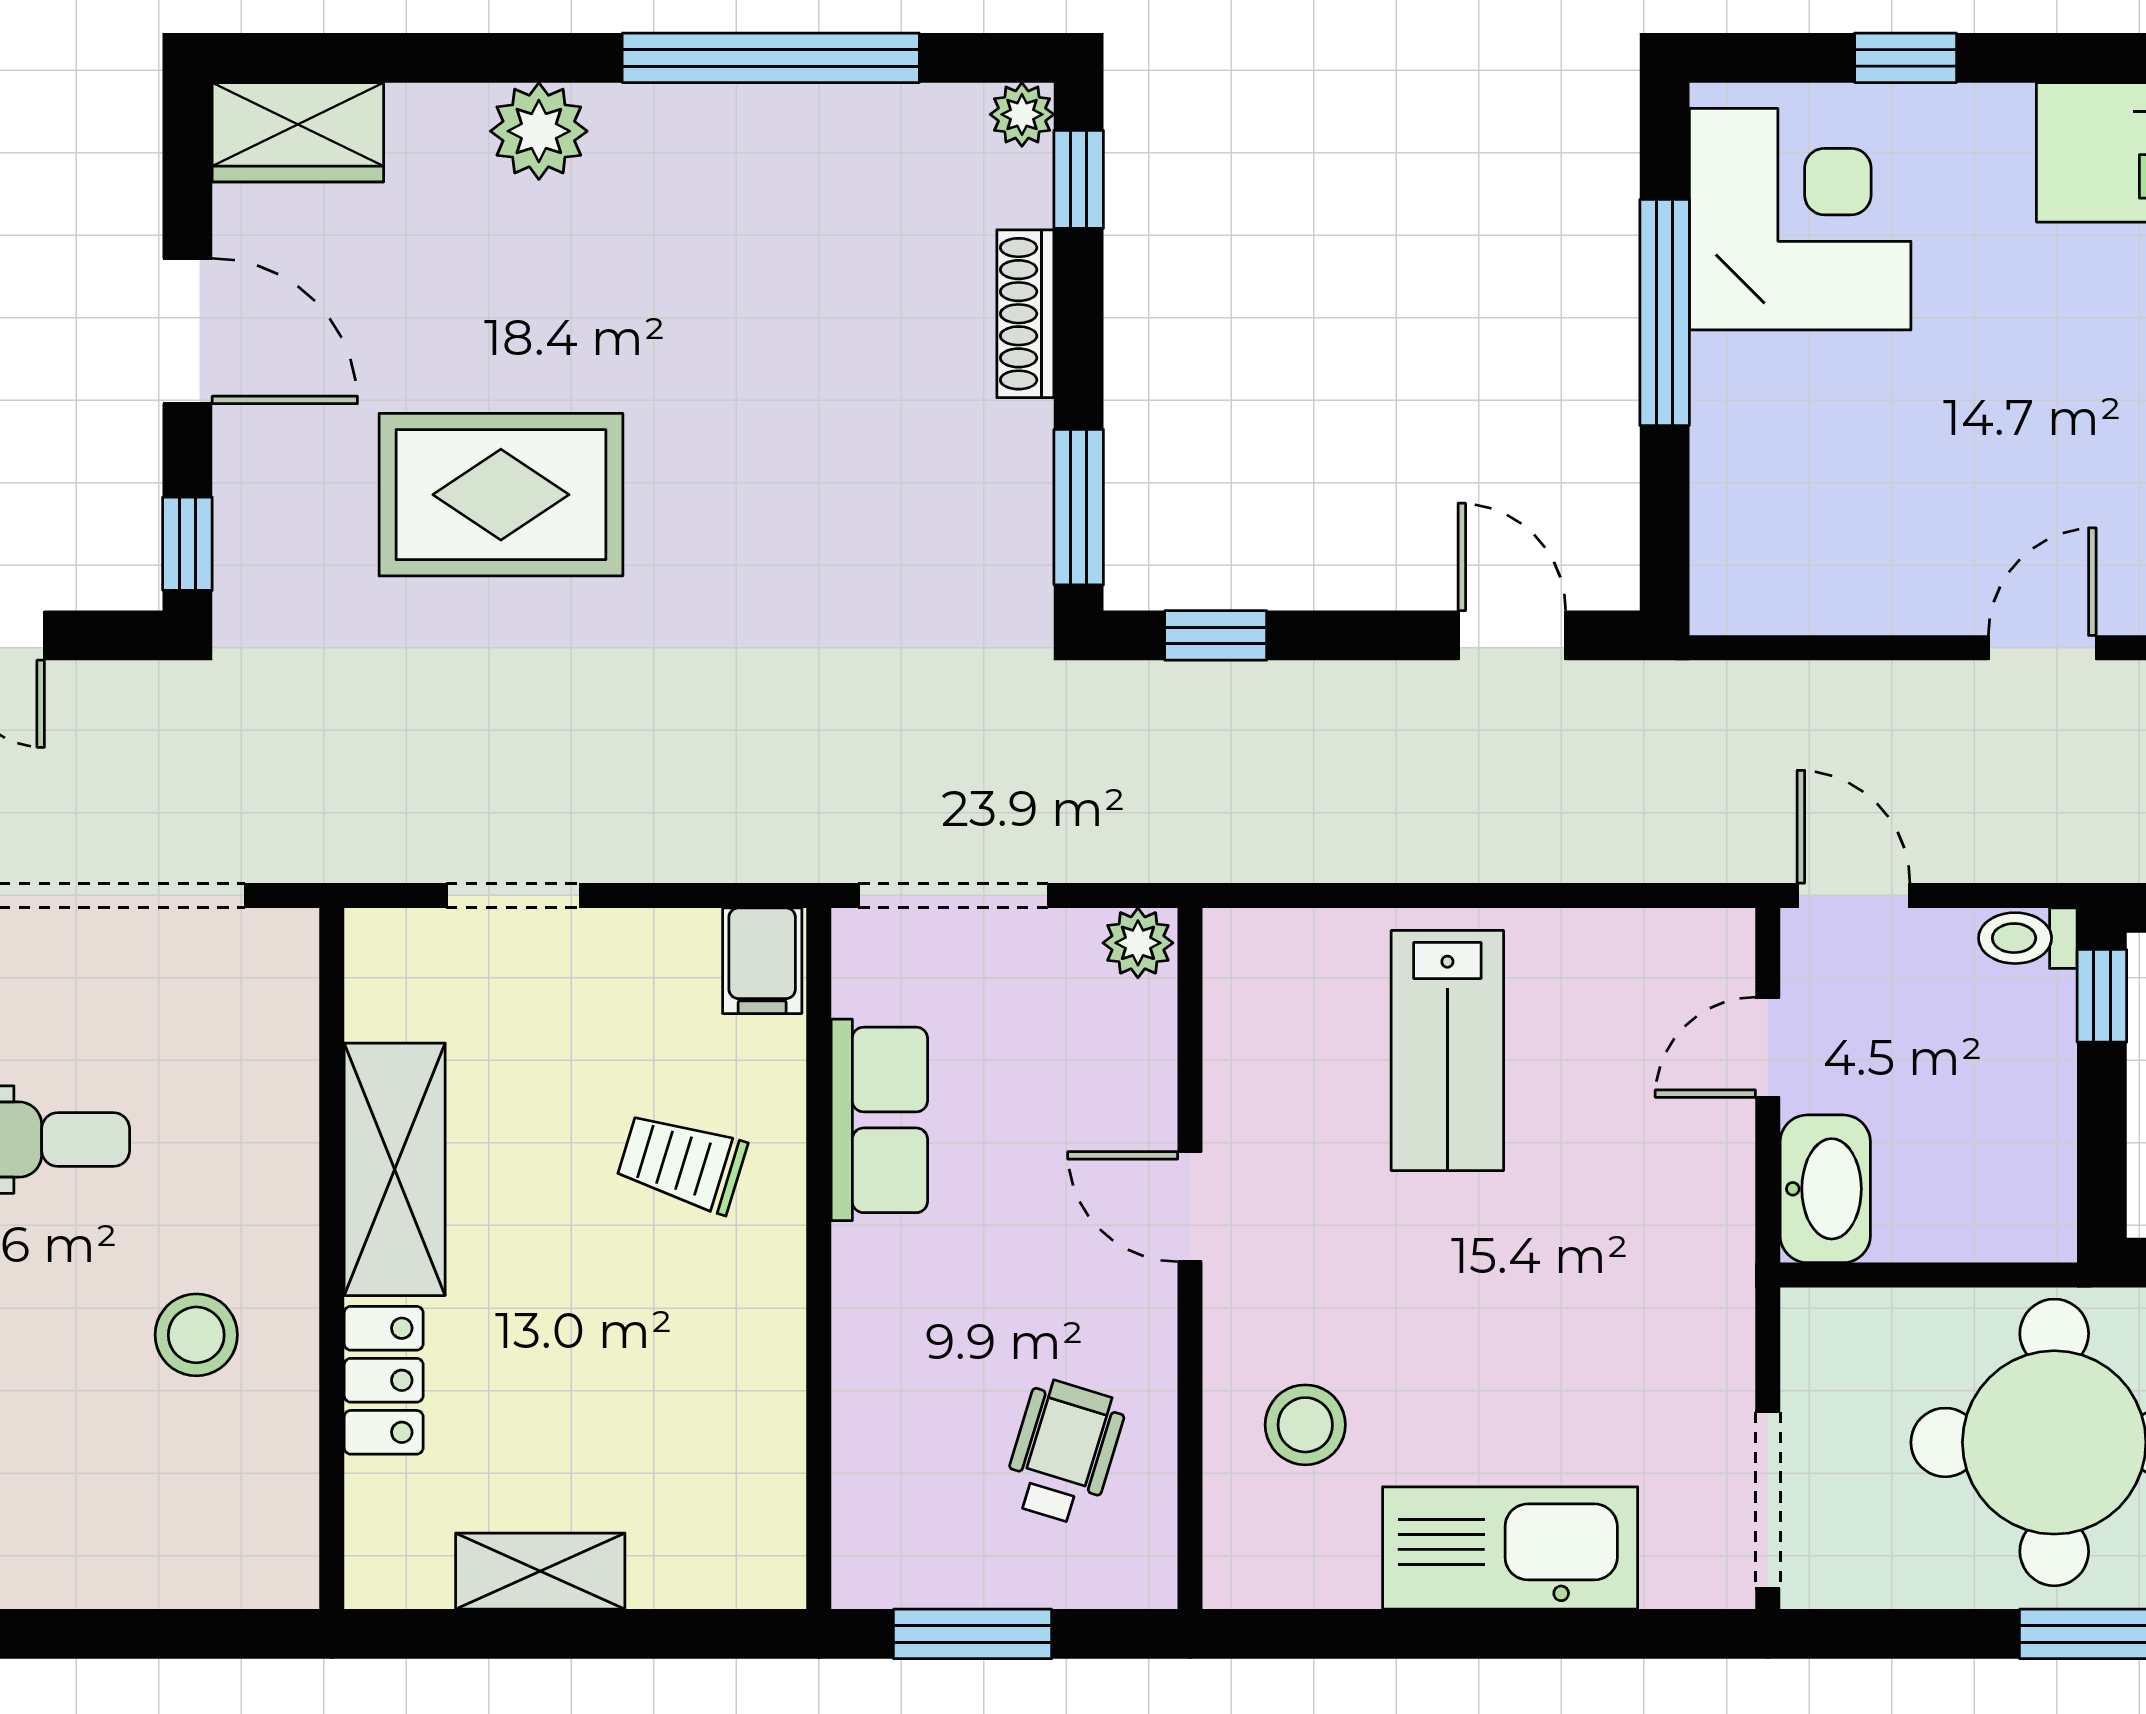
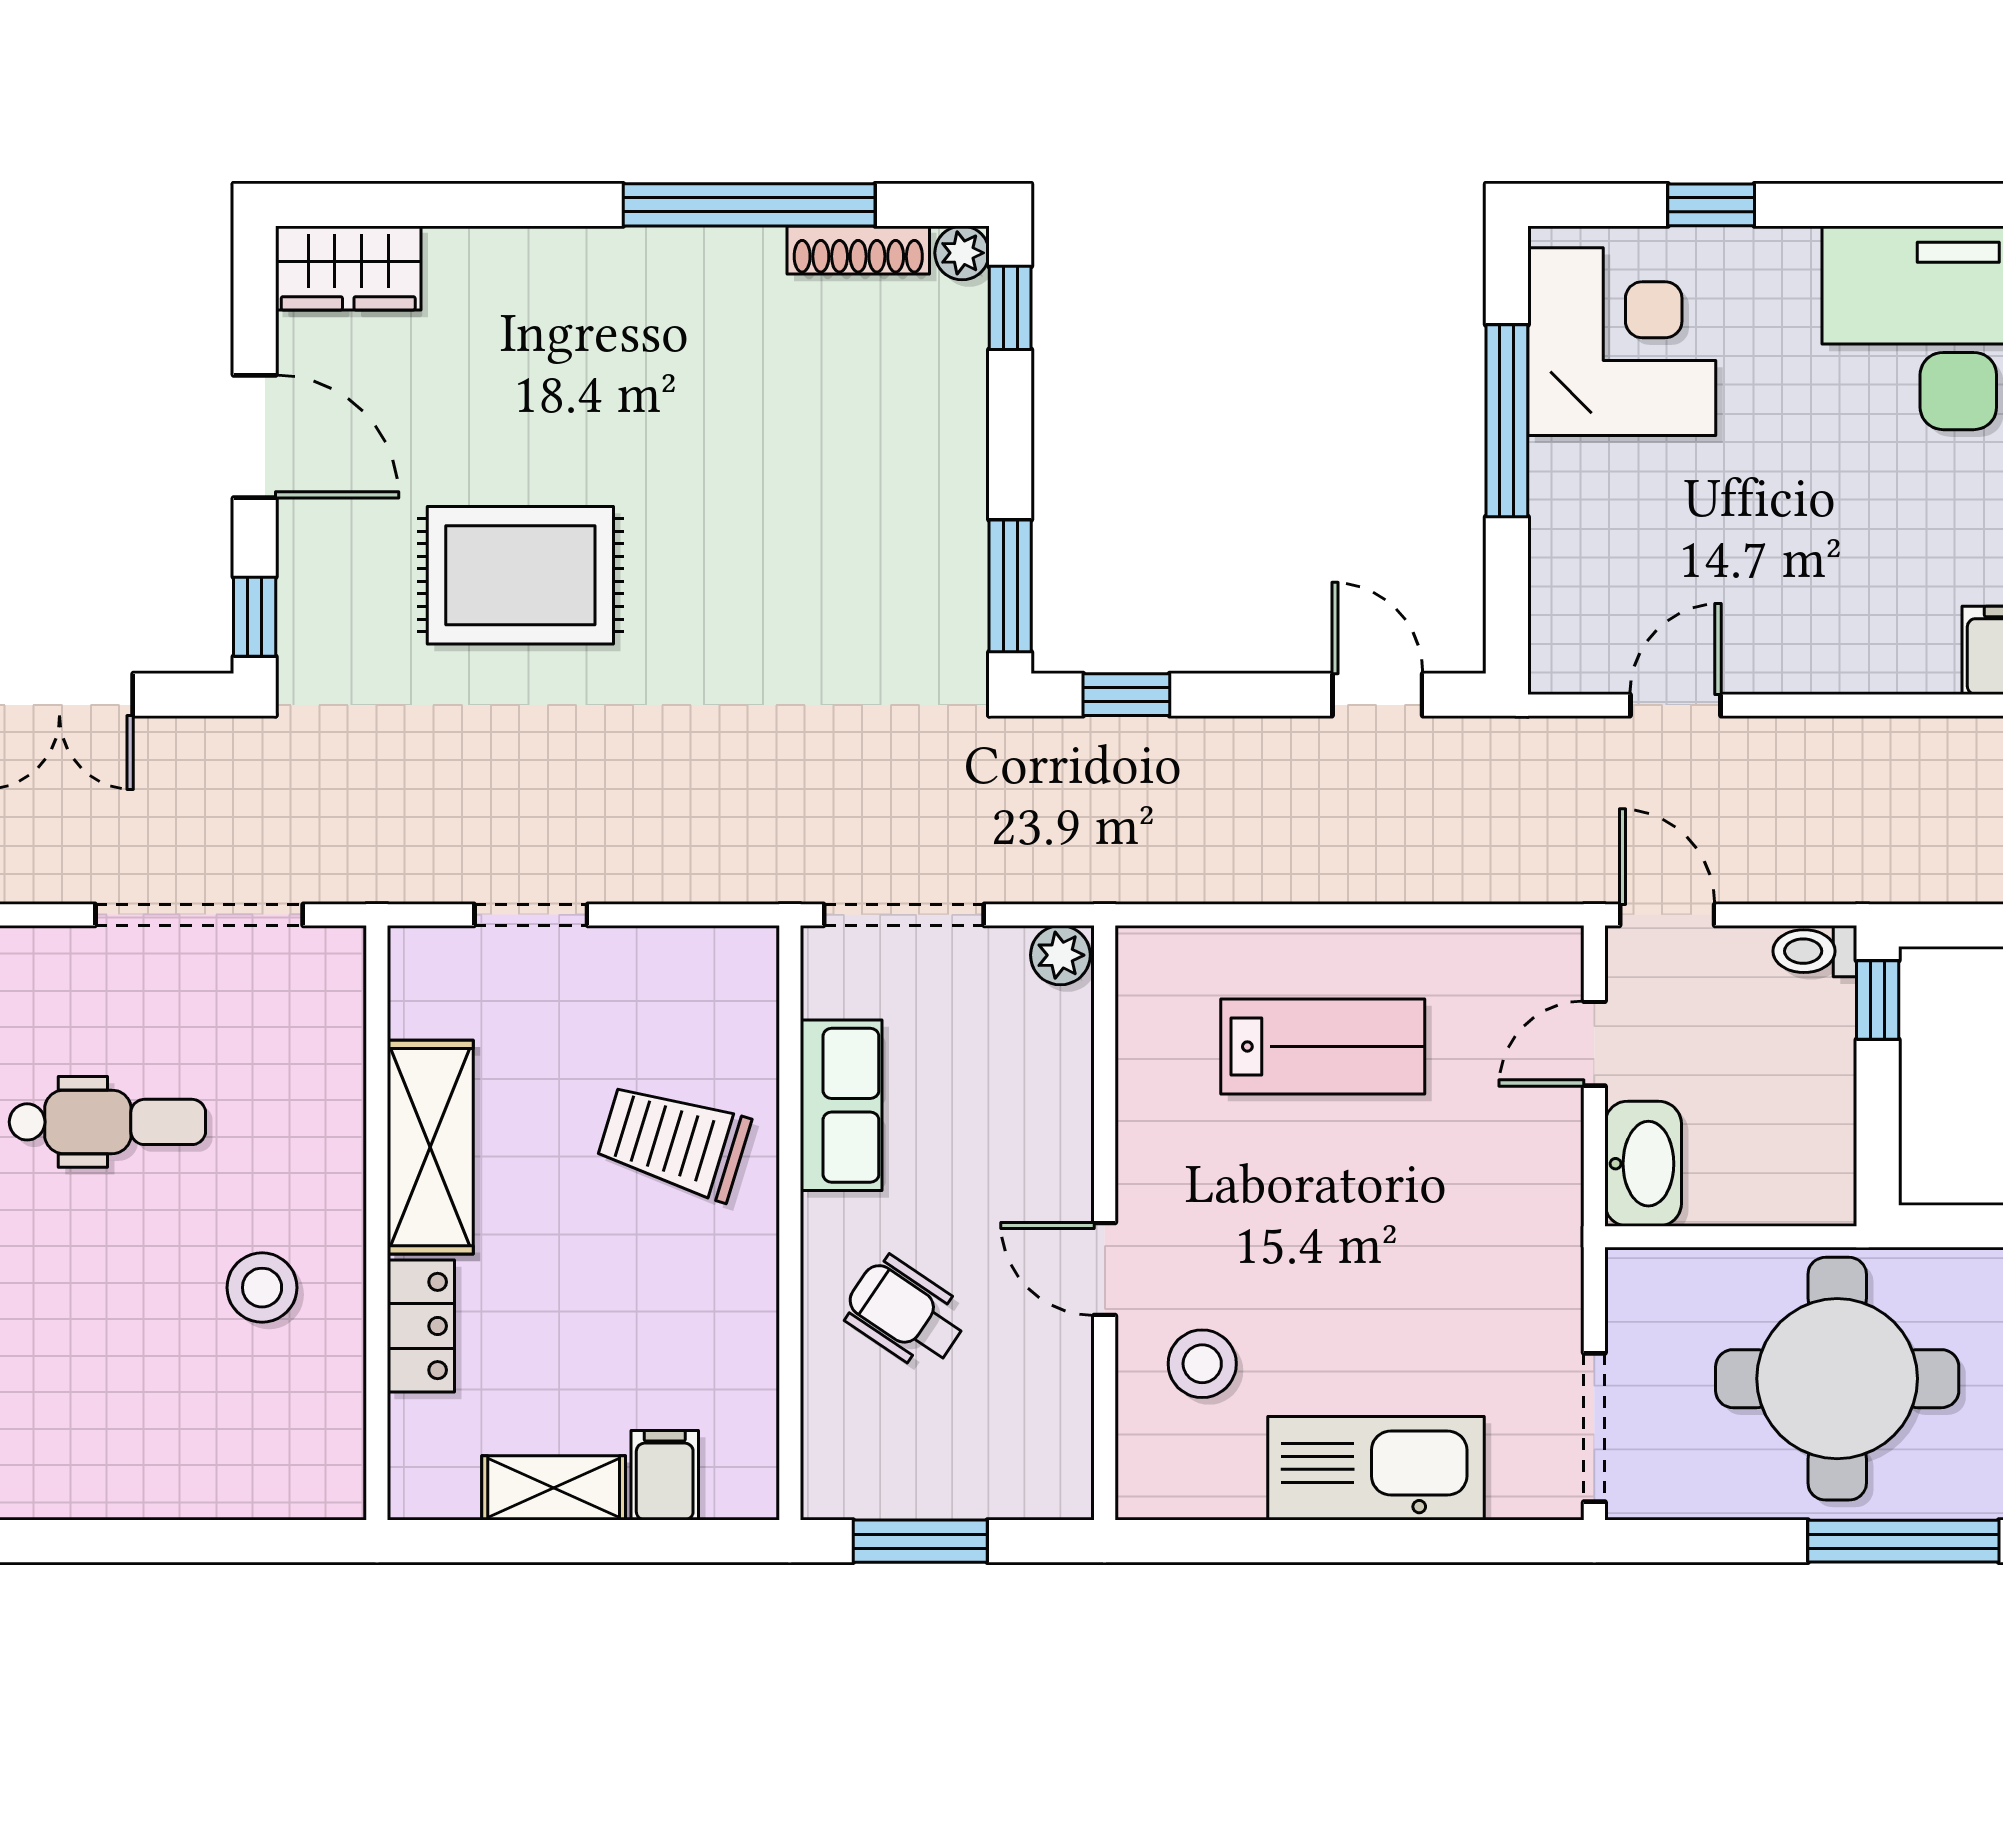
plant: (539, 131) -> (552, 267), removed
shoe rack: (1025, 314) -> (858, 250), moved, turned -90
door: (2042, 648) -> (1676, 705), moved
filing cabinet: (762, 961) -> (665, 1475), moved, turned 180
lab bench: (1447, 1051) -> (1323, 1046), turned -90
trolley: (682, 1163) -> (674, 1141), width x1.36, depth x1.39
door: (1190, 1207) -> (1105, 1269), moved
wheelchair: (1064, 1452) -> (906, 1313), moved, turned -73

